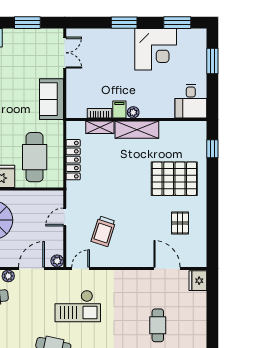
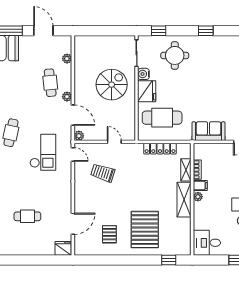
pallet: (180, 223) -> (109, 234), turned 90
checkout: (78, 306) -> (43, 152), turned 180

